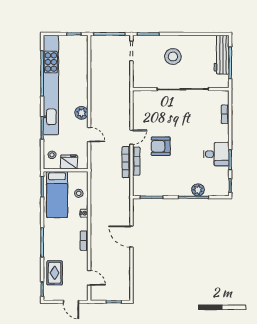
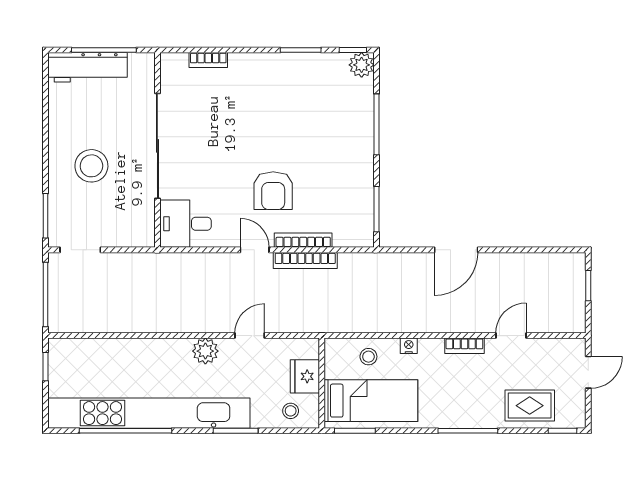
desk: (216, 154) -> (185, 224), moved, turned -90
plant: (198, 190) -> (362, 65), moved
door: (89, 278) -> (511, 336), moved

